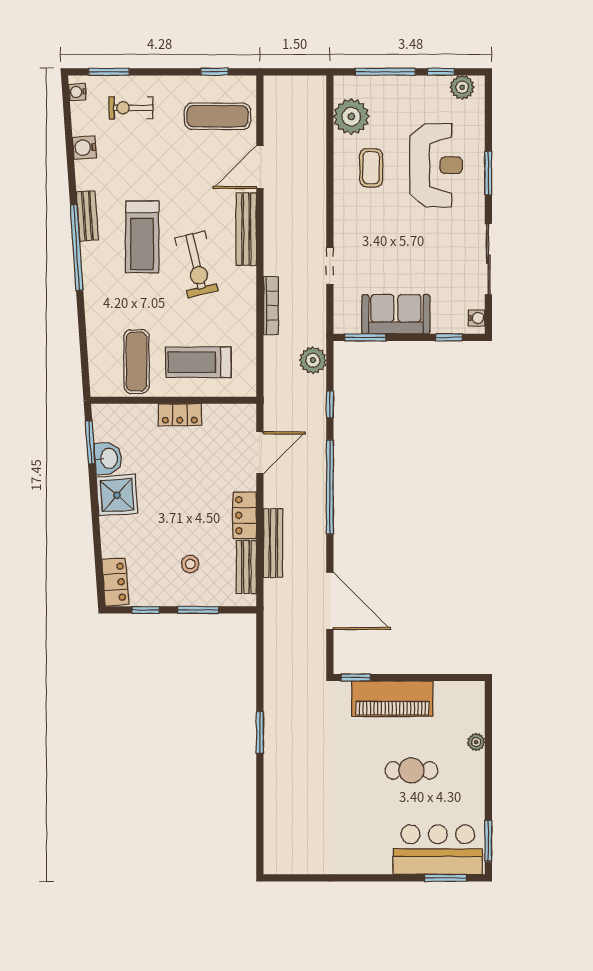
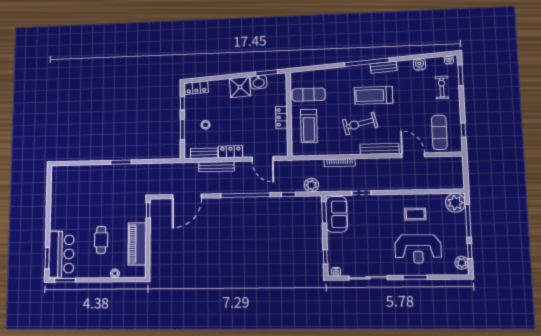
plant: (351, 117) -> (455, 203), moved
sofa: (396, 314) -> (336, 214), moved
treadmill: (198, 362) -> (309, 126), turned 180
piano: (392, 699) -> (137, 244), moved

